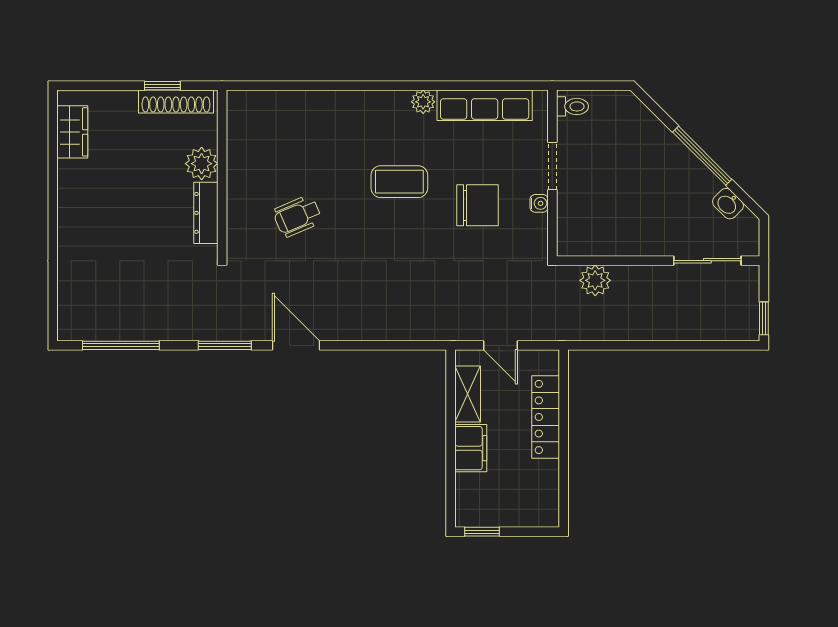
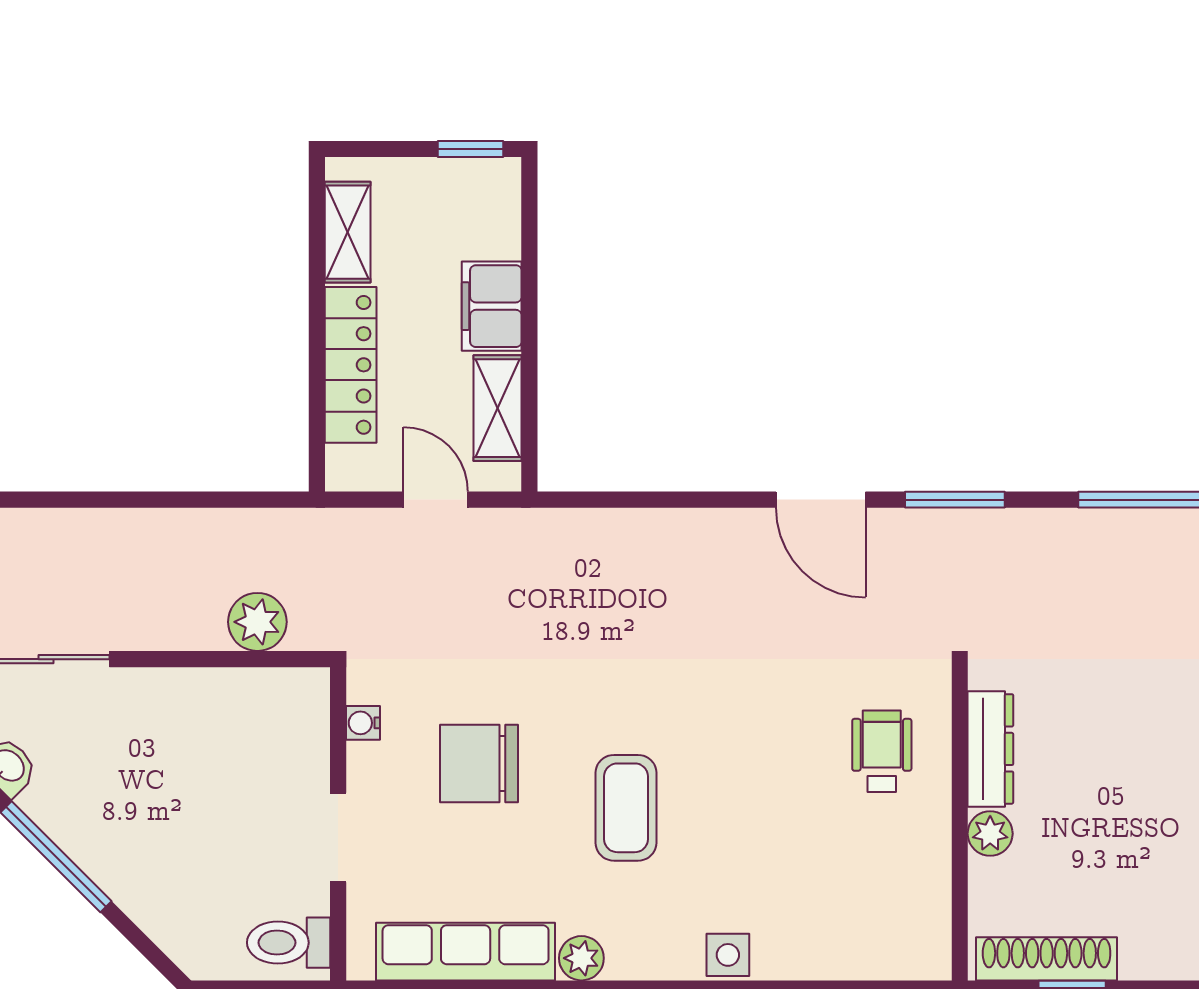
side table: (345, 103) -> (728, 955), added
toilet: (572, 106) -> (289, 943), width x1.37, depth x1.39
plant: (202, 164) -> (990, 834), width x0.73, depth x0.73
coffee table: (399, 182) -> (626, 808), turned 90
water cooler: (539, 203) -> (363, 723), moved
wheelchair: (297, 216) -> (882, 751), moved, turned -67
shelving: (547, 487) -> (348, 232), added

